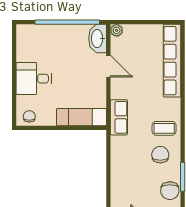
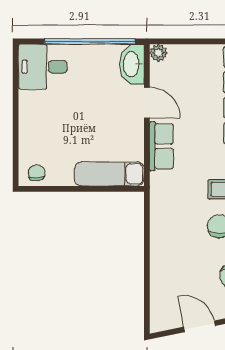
desk: (34, 79) -> (43, 67), moved
row of seats: (119, 117) -> (161, 146), moved

